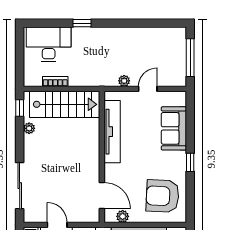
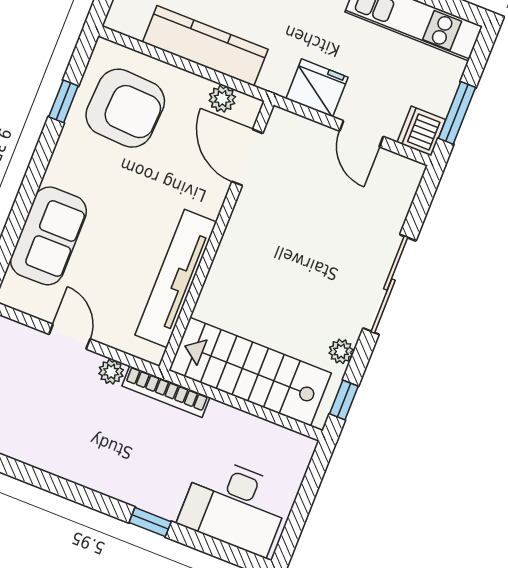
bookcase: (55, 82) -> (166, 392), moved, width x1.56
door: (148, 89) -> (70, 337), swing flipped
window: (190, 162) -> (63, 101), moved
sliding door: (20, 186) -> (389, 285), moved

